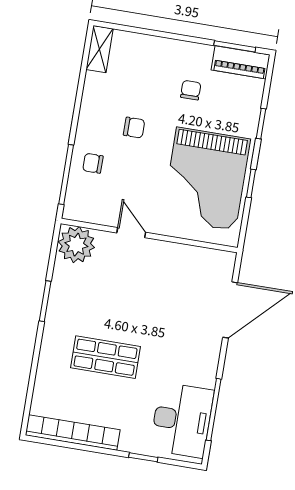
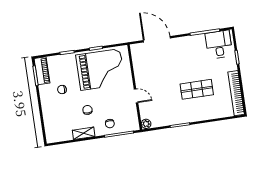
shelving: (100, 49) -> (84, 133), moved
door: (131, 233) -> (136, 96), swing flipped
plant: (76, 245) -> (146, 124), width x0.53, depth x0.53
shop shelf: (105, 357) -> (197, 89), turned 90
desk: (182, 420) -> (219, 44), width x0.73

